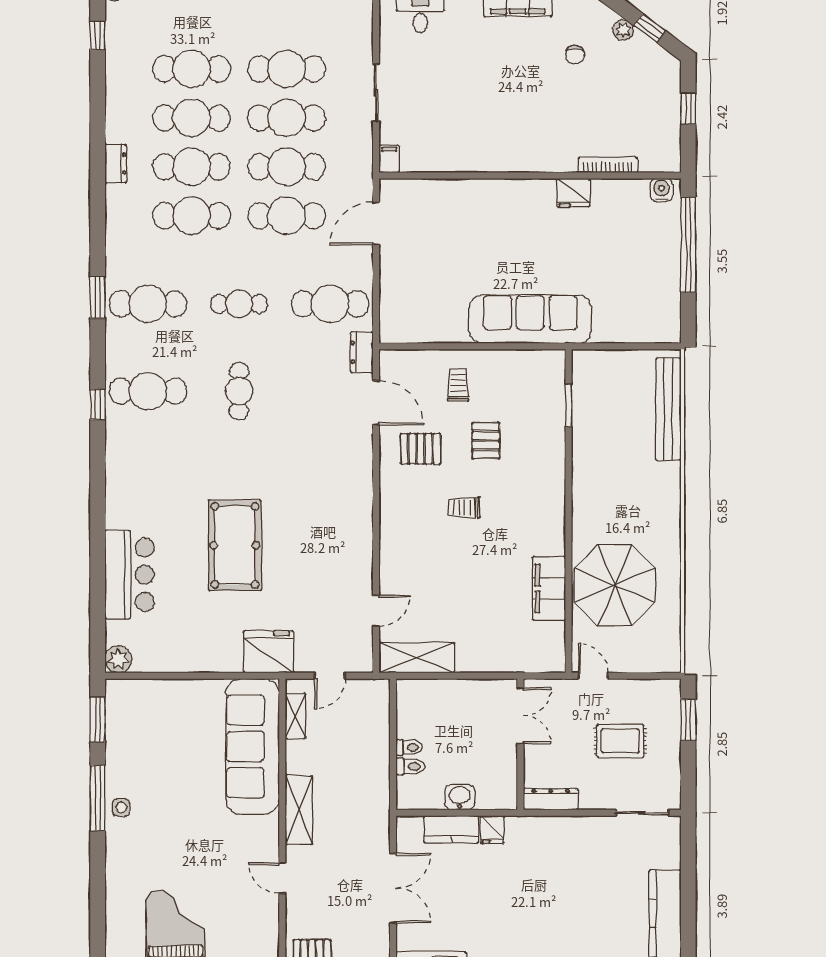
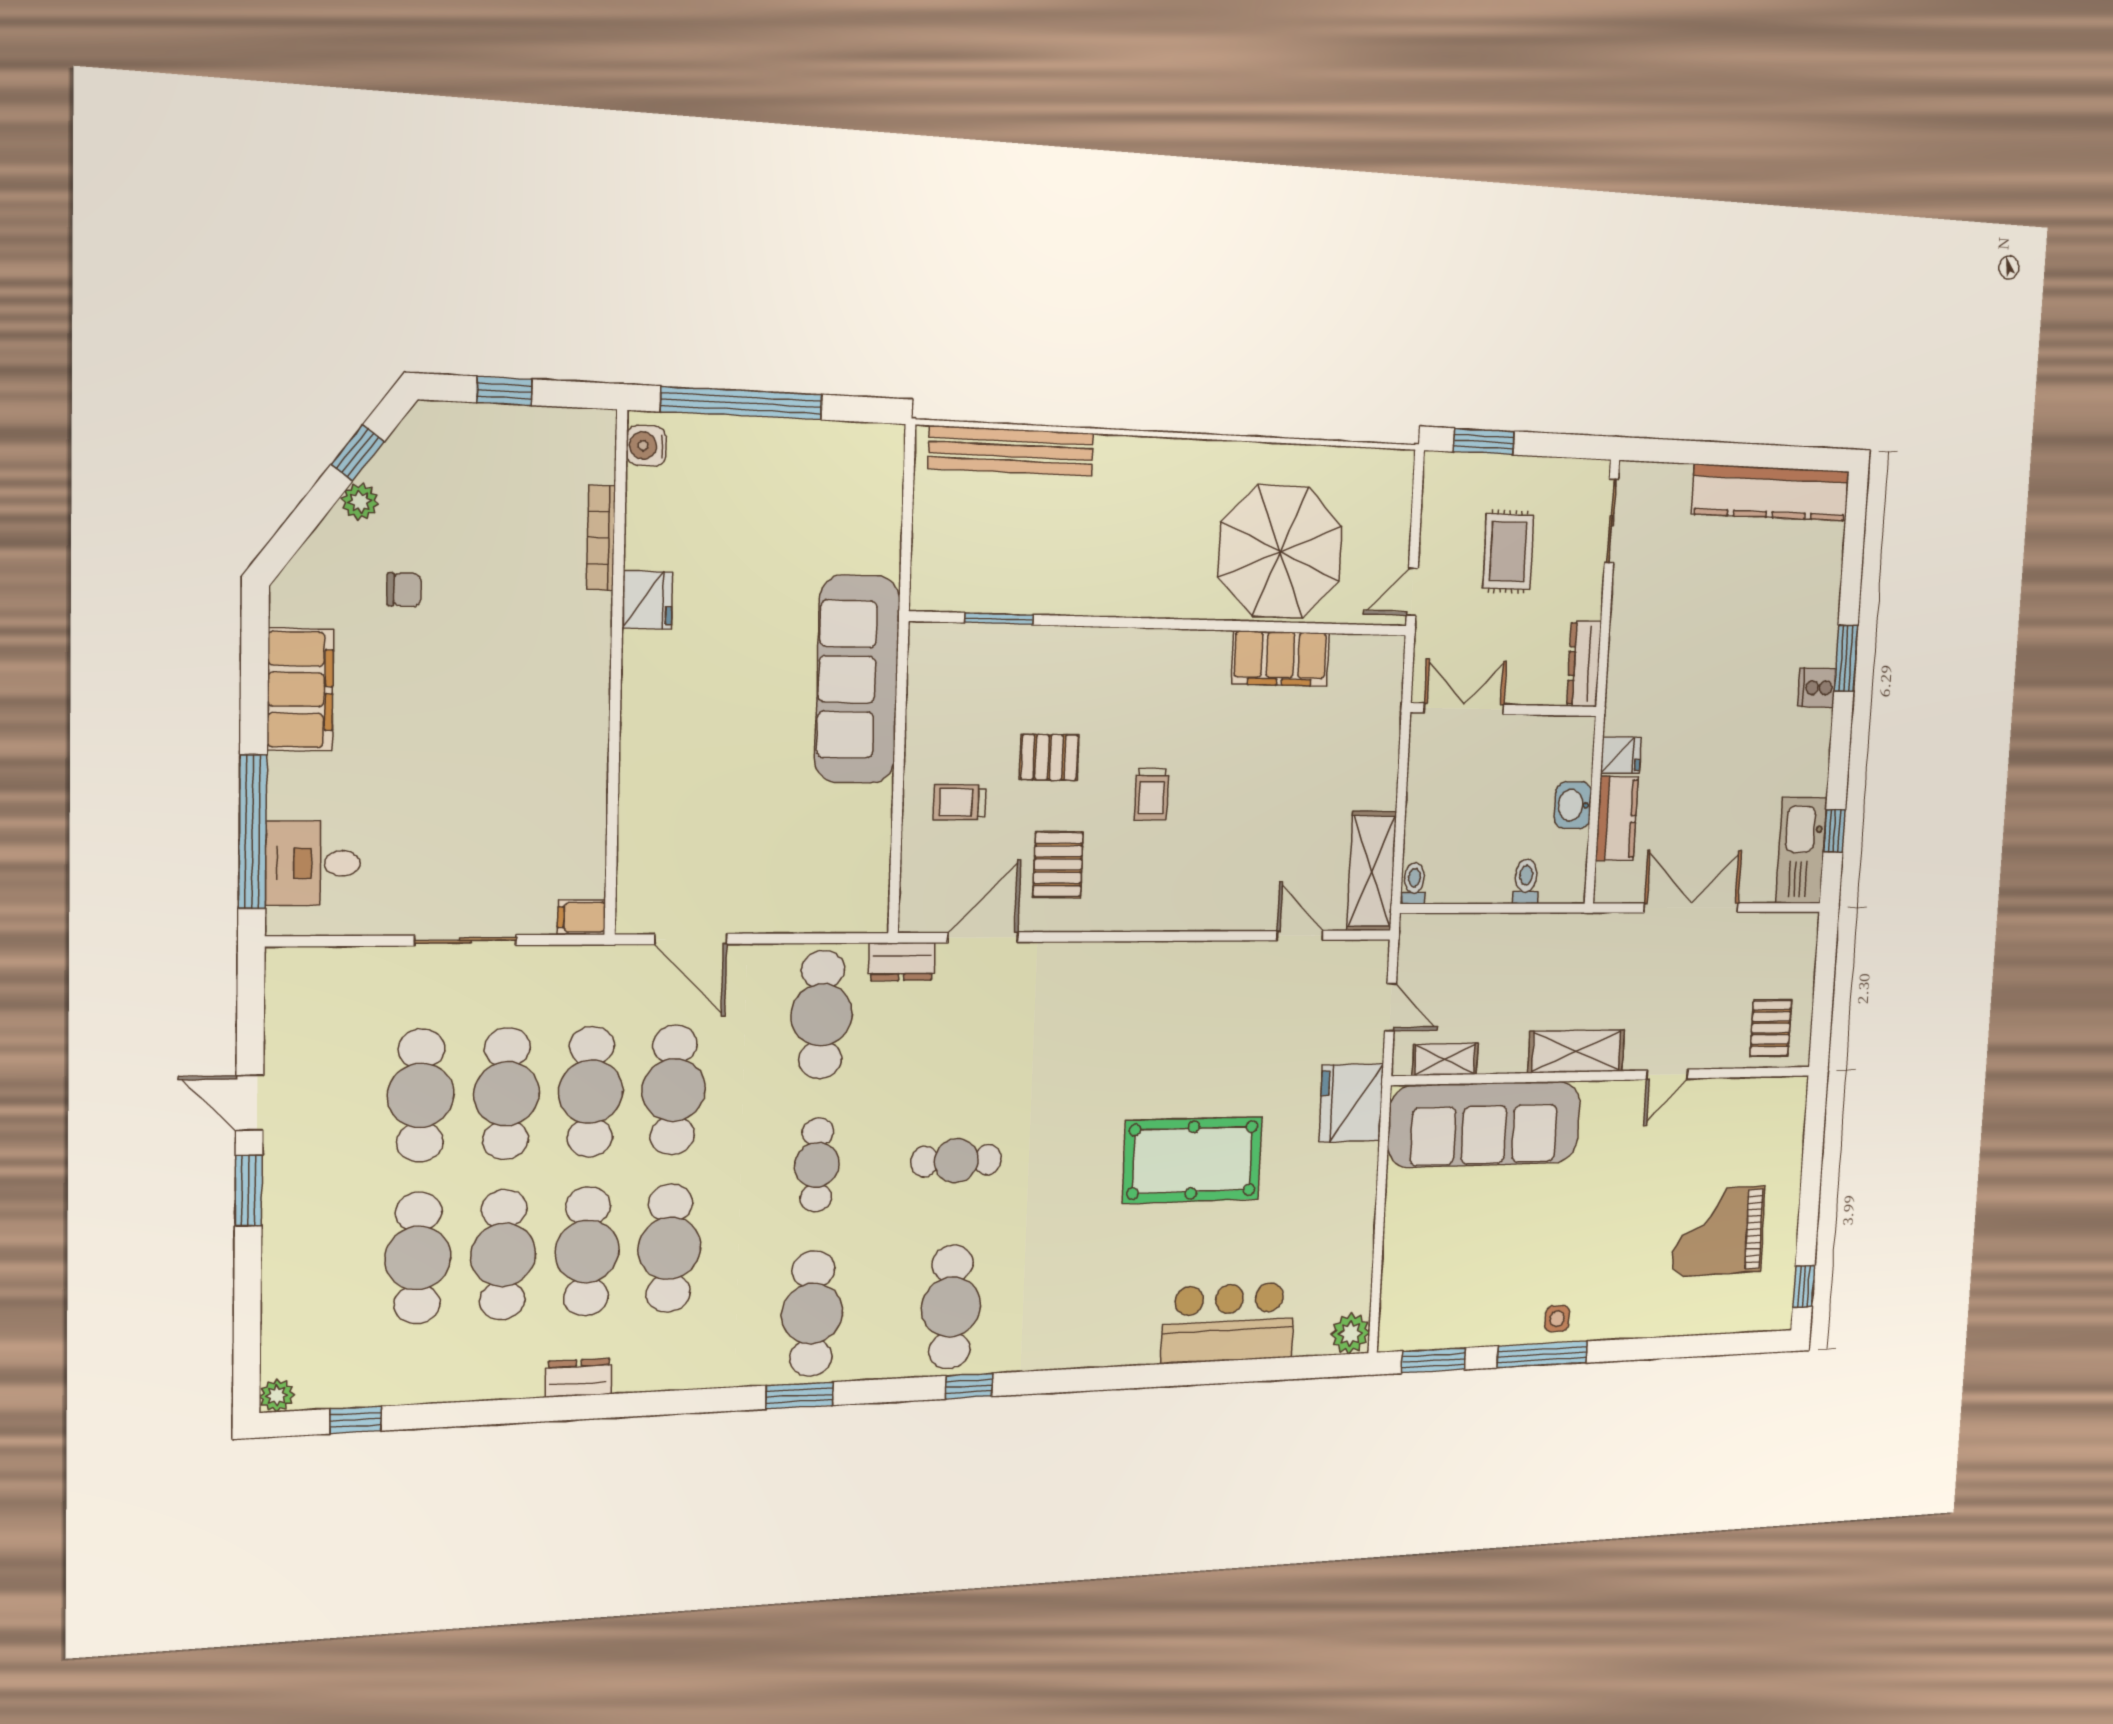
toilet: (409, 748) -> (1414, 883), moved

